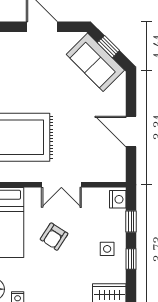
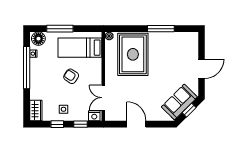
door: (131, 131) -> (136, 124), hinge flipped
double door: (61, 185) -> (103, 98), moved

